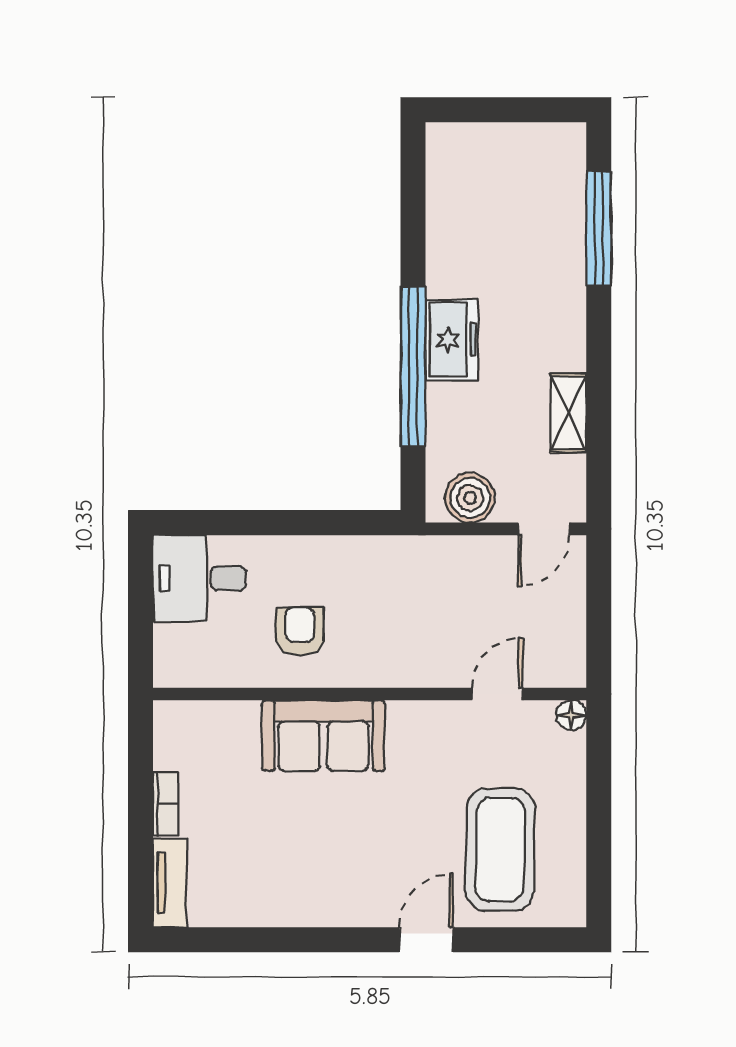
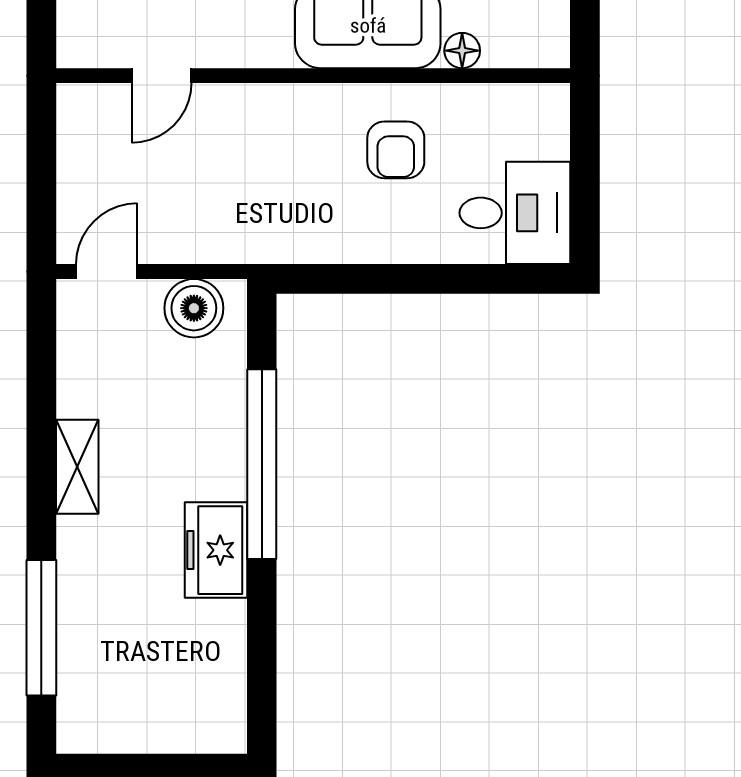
freezer: (452, 340) -> (216, 550), moved
shelving: (569, 413) -> (77, 467), moved
floor lamp: (571, 715) -> (462, 51), moved

